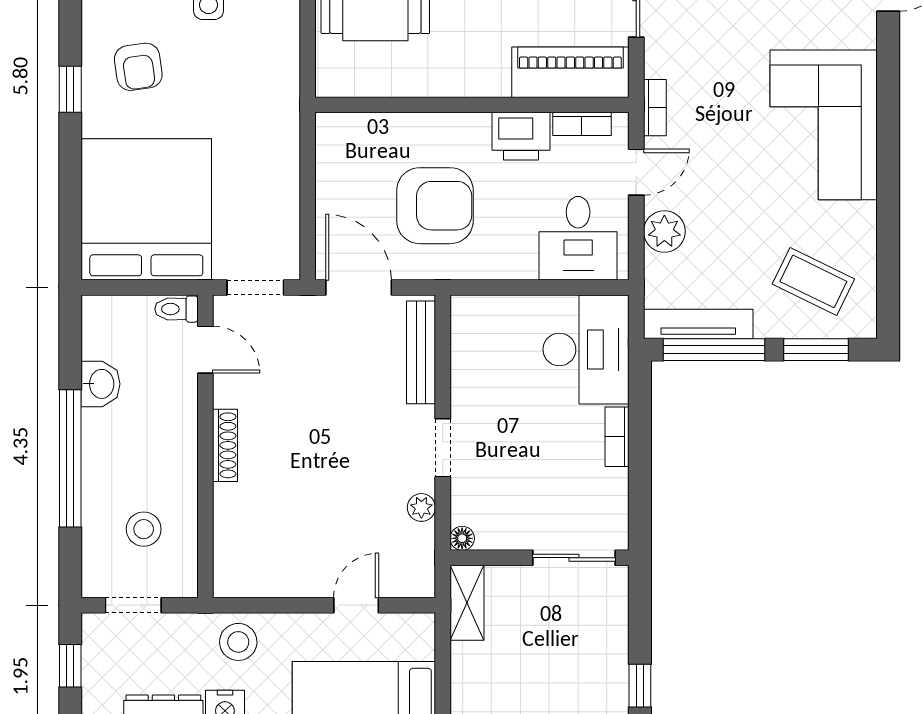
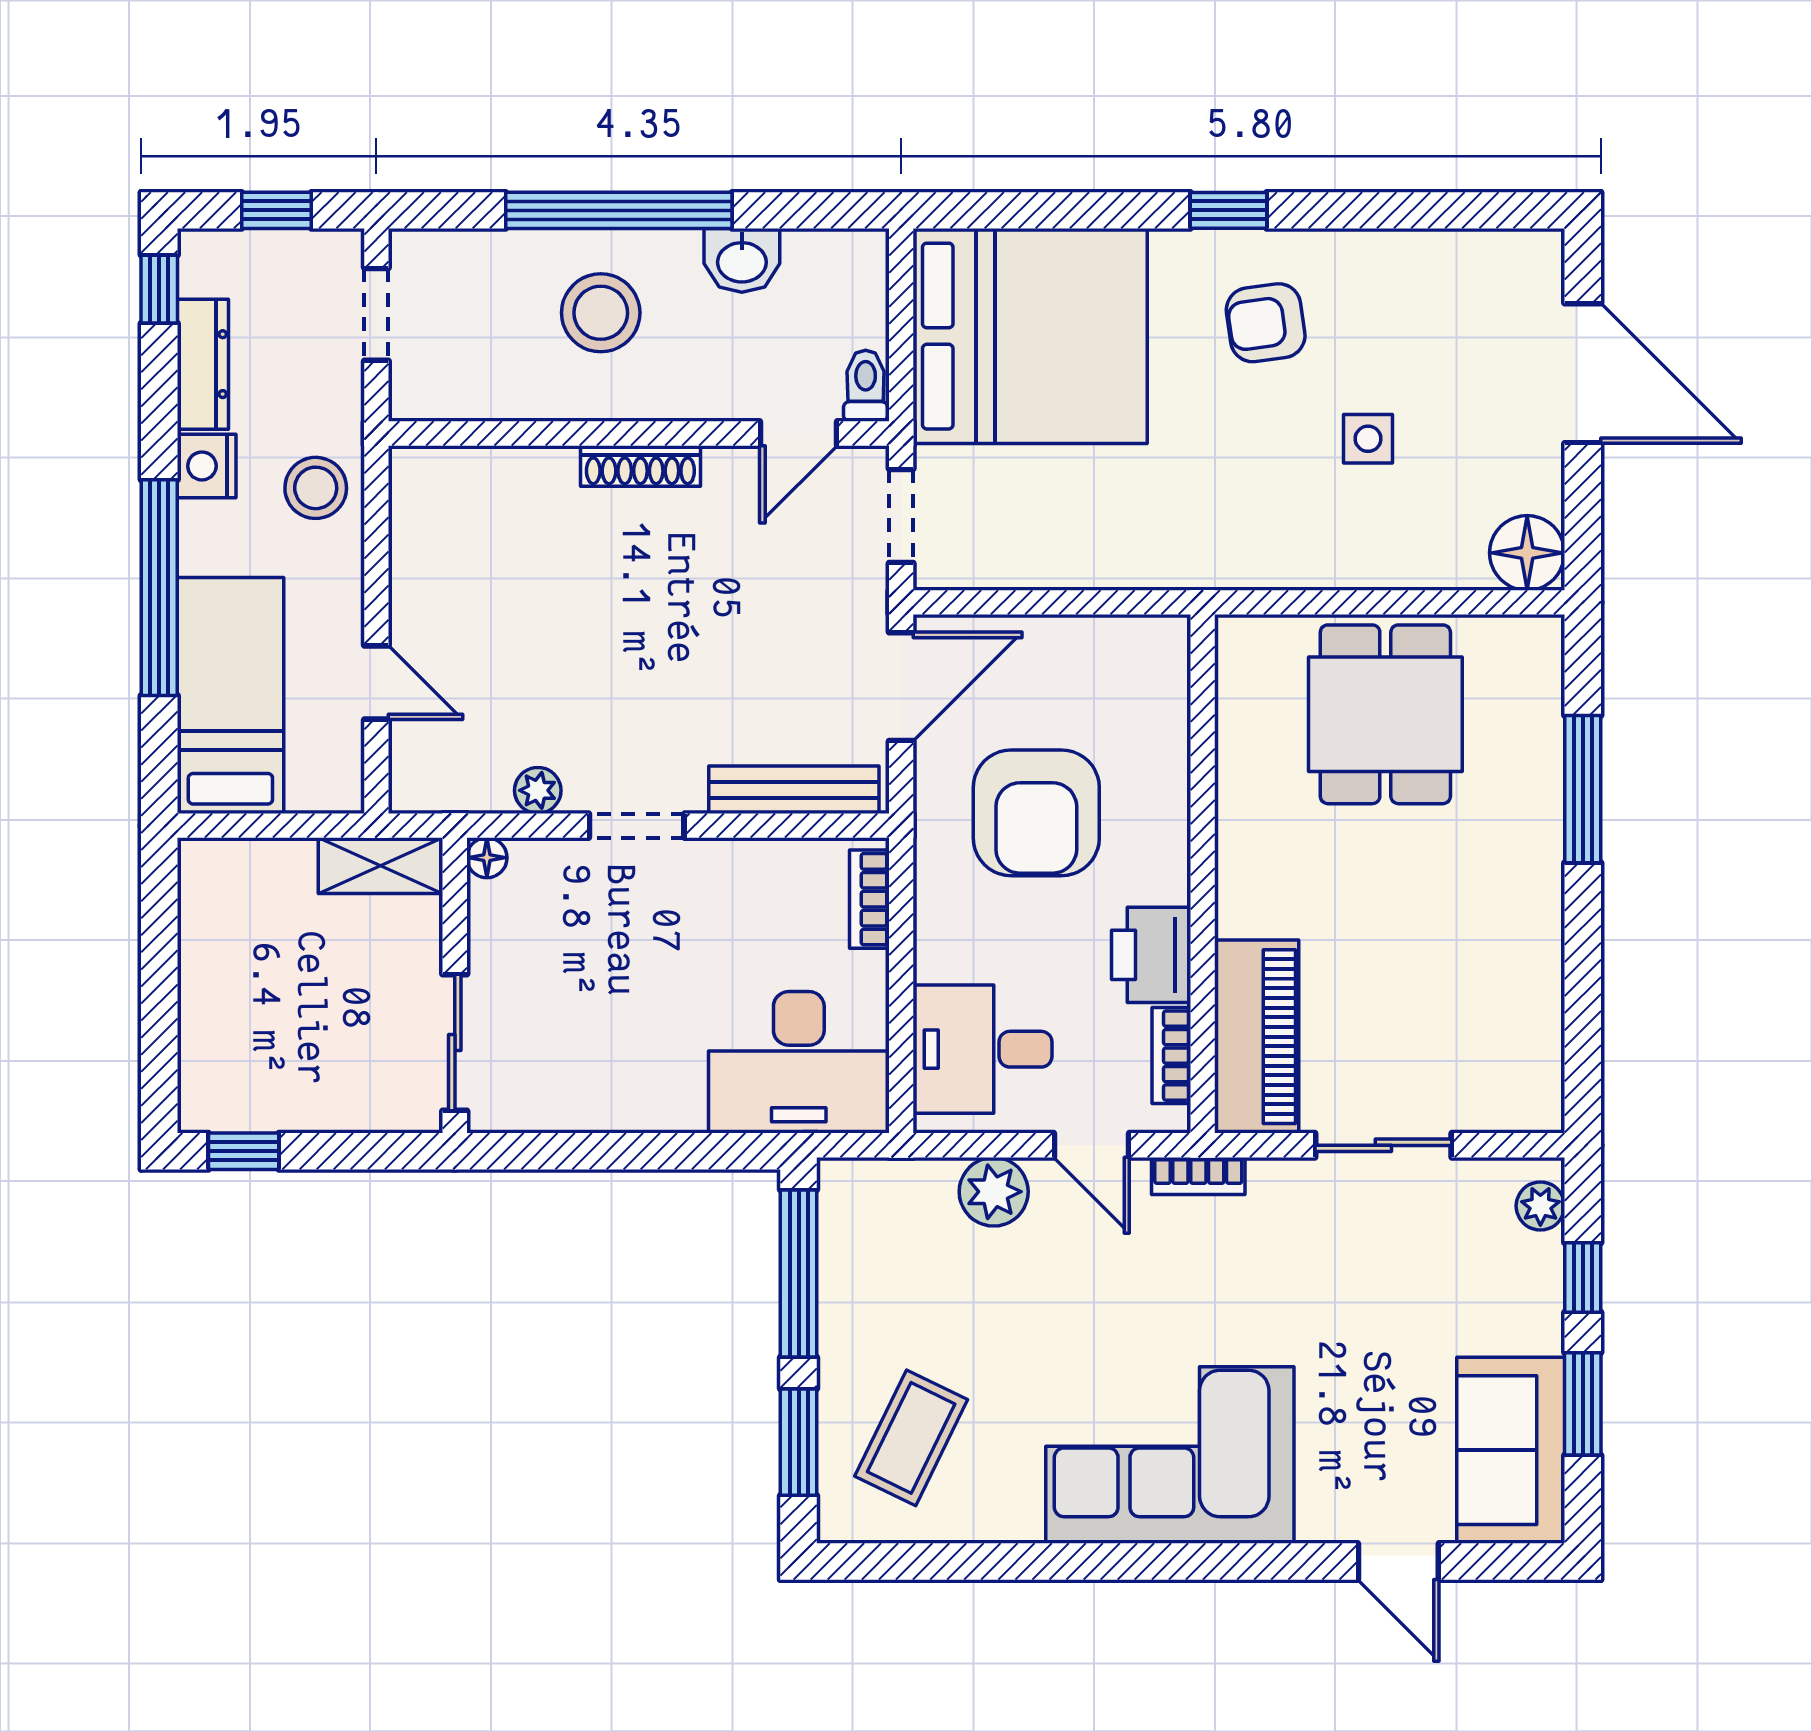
tv unit: (698, 324) -> (841, 1248), removed
bookcase: (617, 437) -> (869, 899), moved, turned -90
stool: (144, 529) -> (601, 313), moved, width x1.38, depth x1.38

